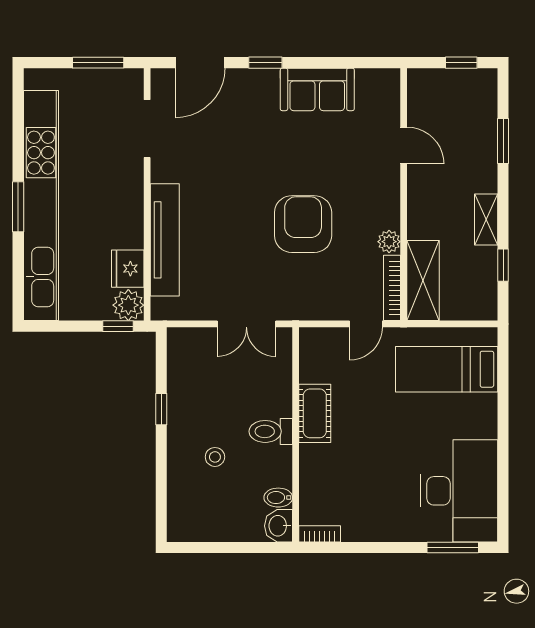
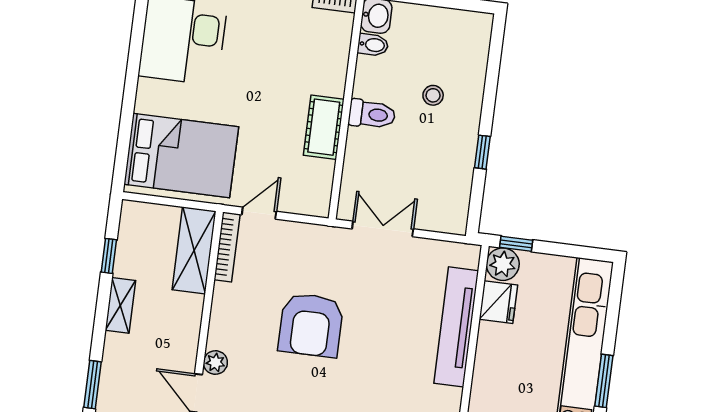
plant: (389, 242) -> (215, 363), moved
bed: (447, 369) -> (181, 155), width x1.50

